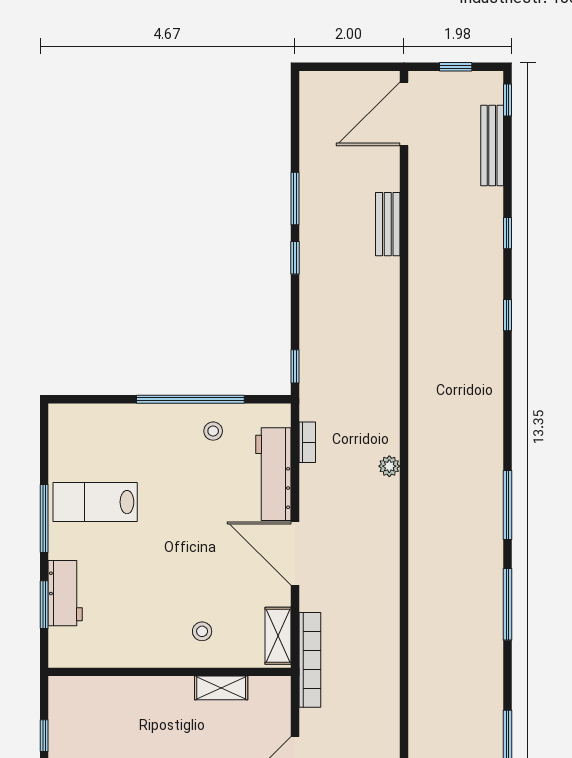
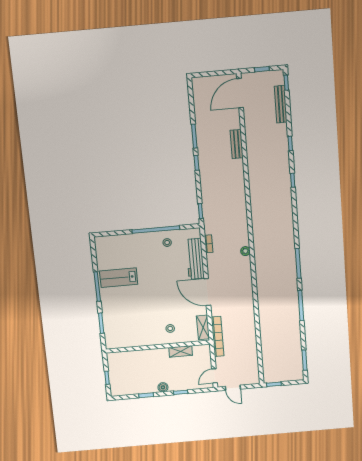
workbench: (65, 593) -> (110, 318), removed

